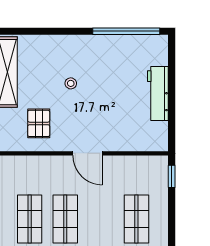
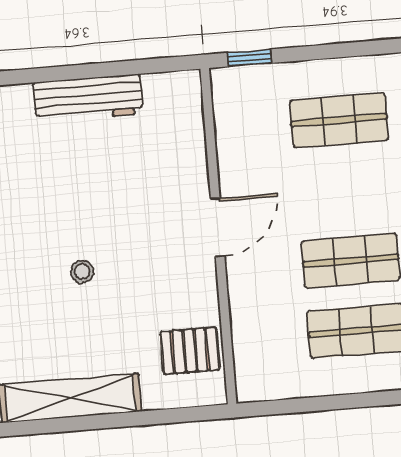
pallet: (39, 123) -> (190, 351), moved

